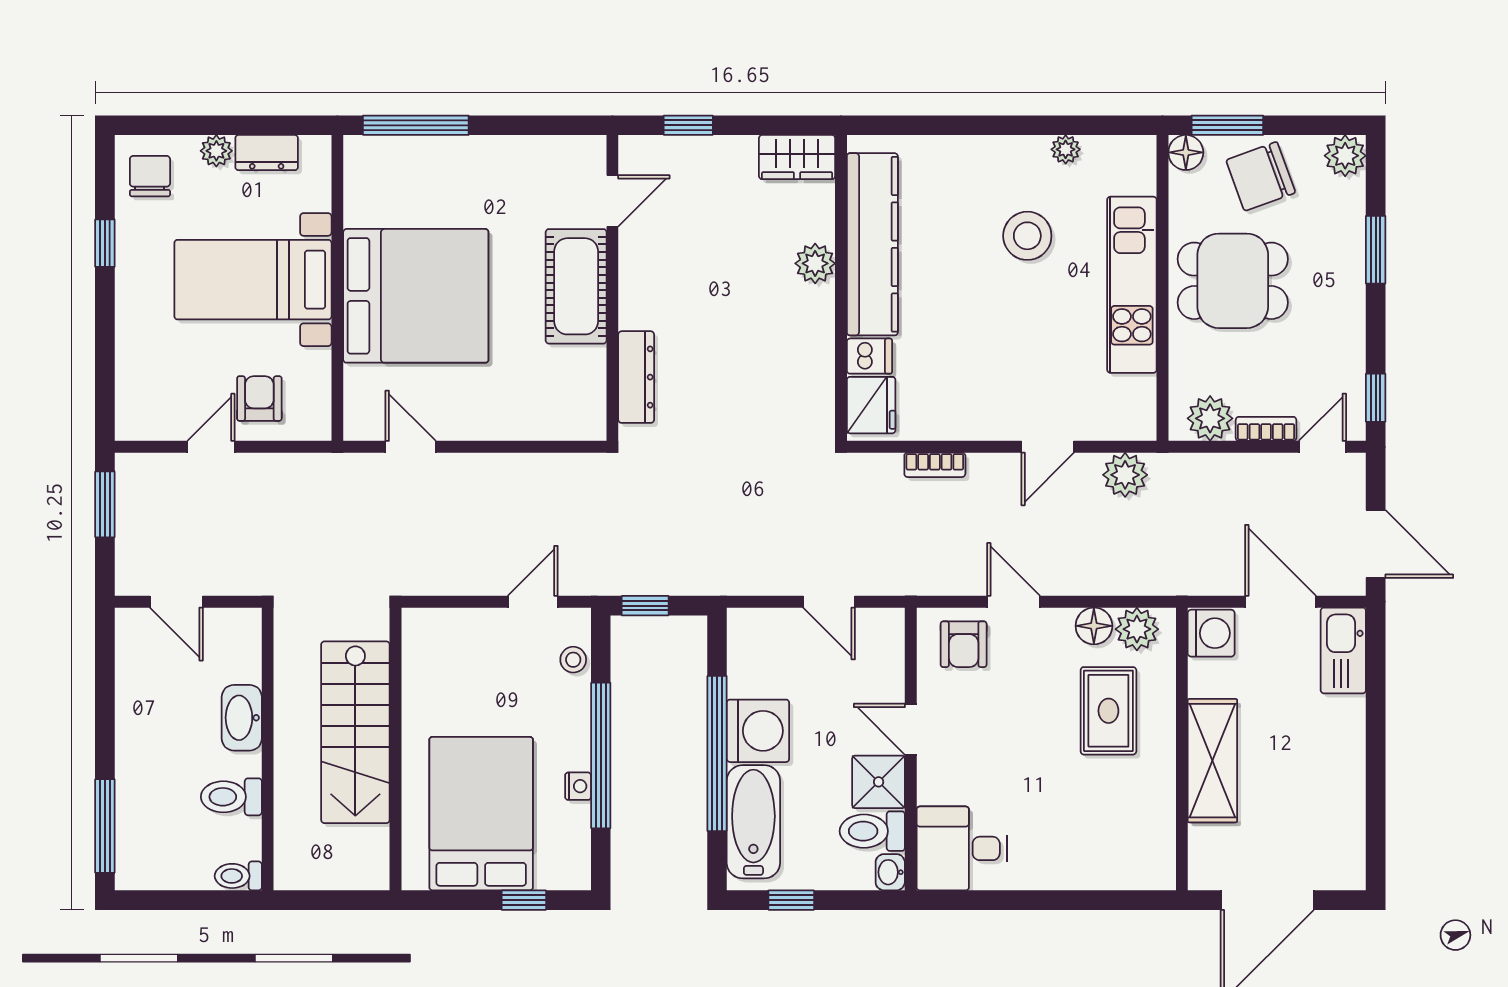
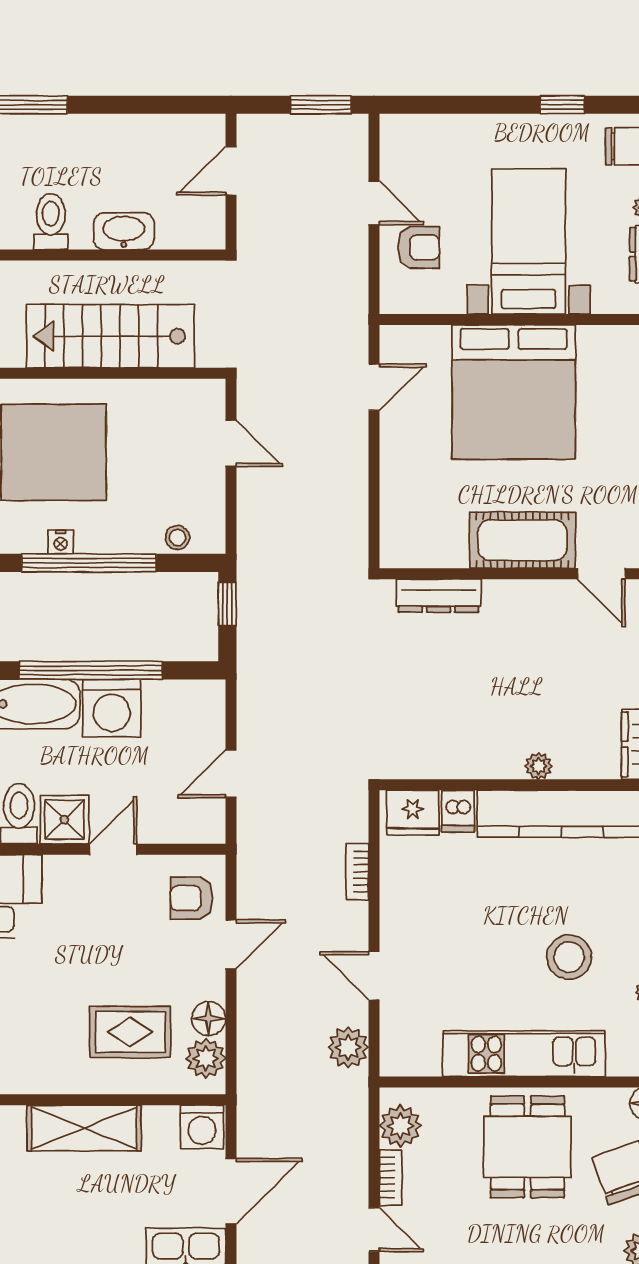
plant: (815, 263) -> (538, 766), width x0.73, depth x0.73
door: (533, 602) -> (231, 443), moved

